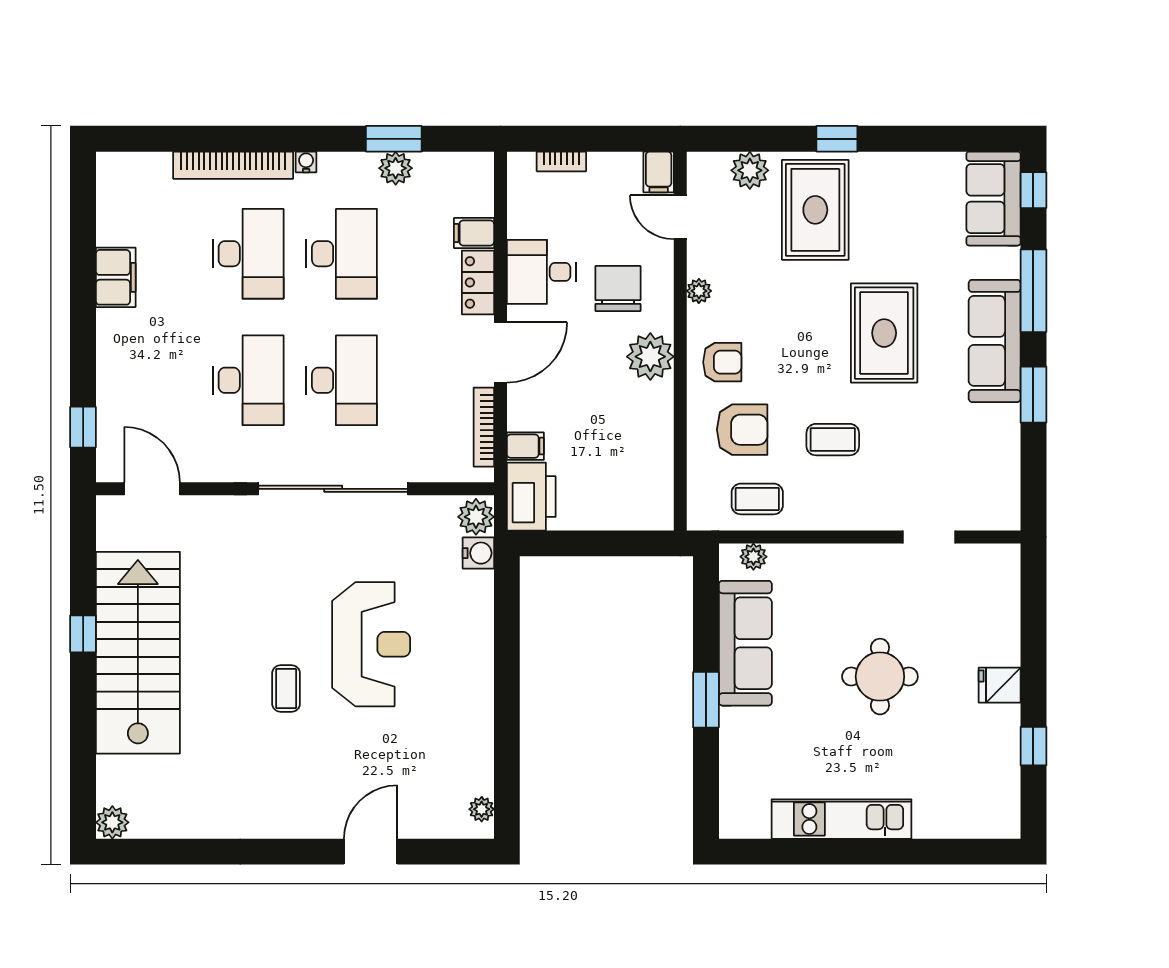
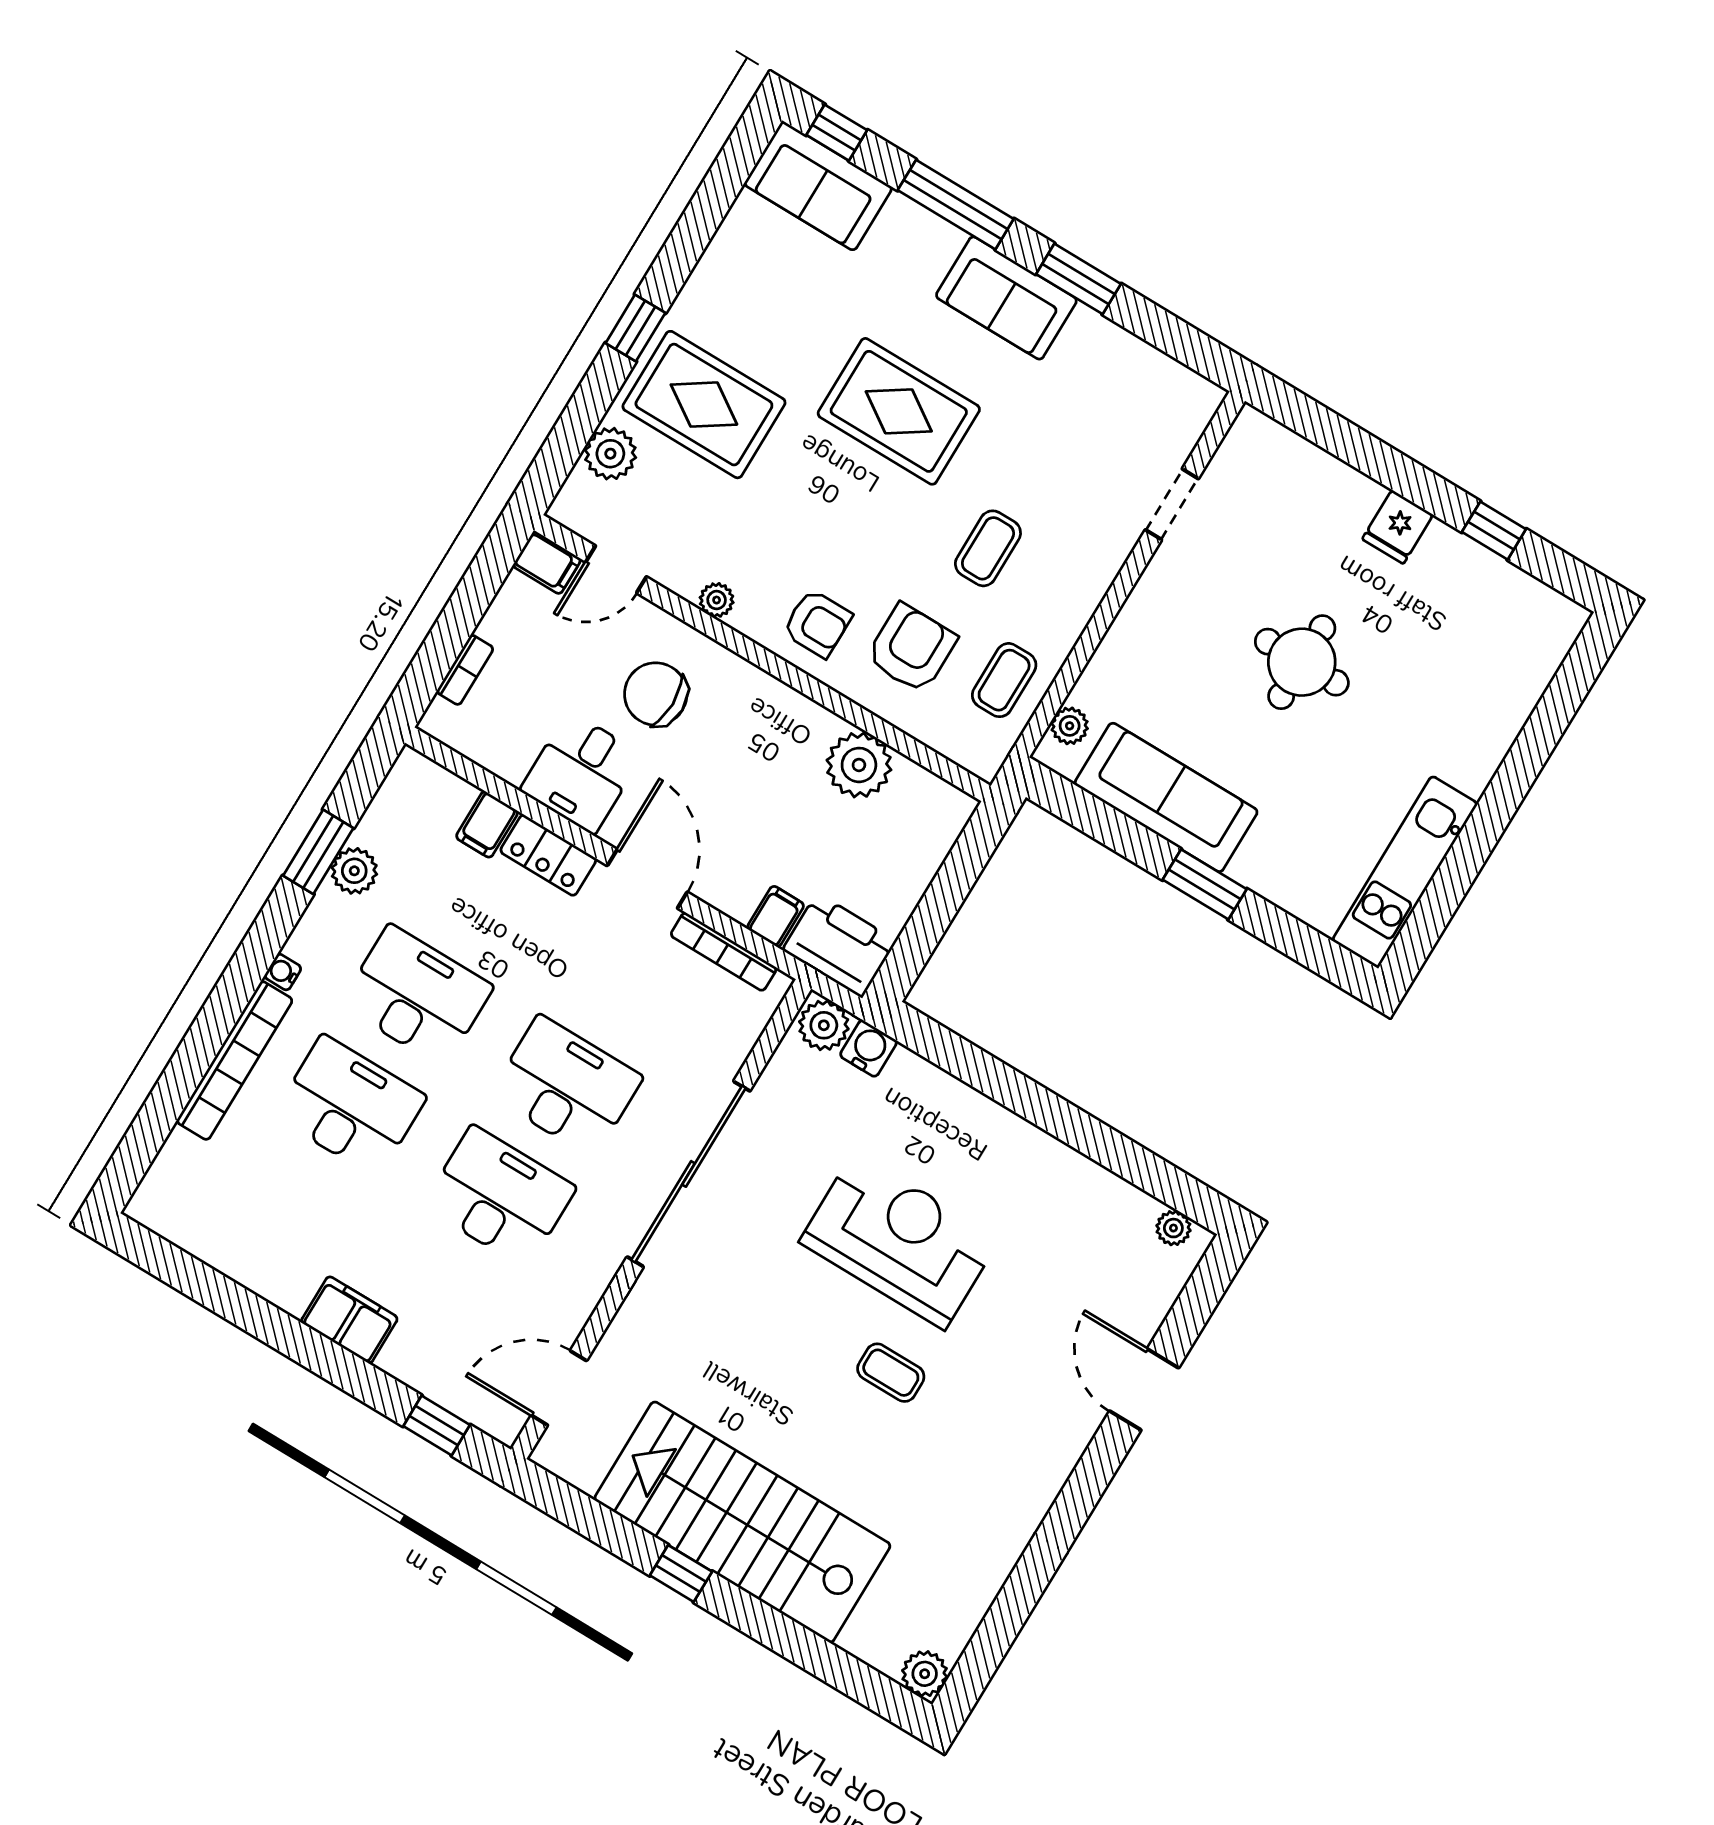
filing cabinet: (116, 277) -> (349, 1320), moved
sofa: (995, 341) -> (1006, 298), width x0.73
plant: (650, 357) -> (859, 765), moved
armchair: (722, 362) -> (817, 623), turned 90
kitchen unit: (842, 819) -> (1405, 872), moved

